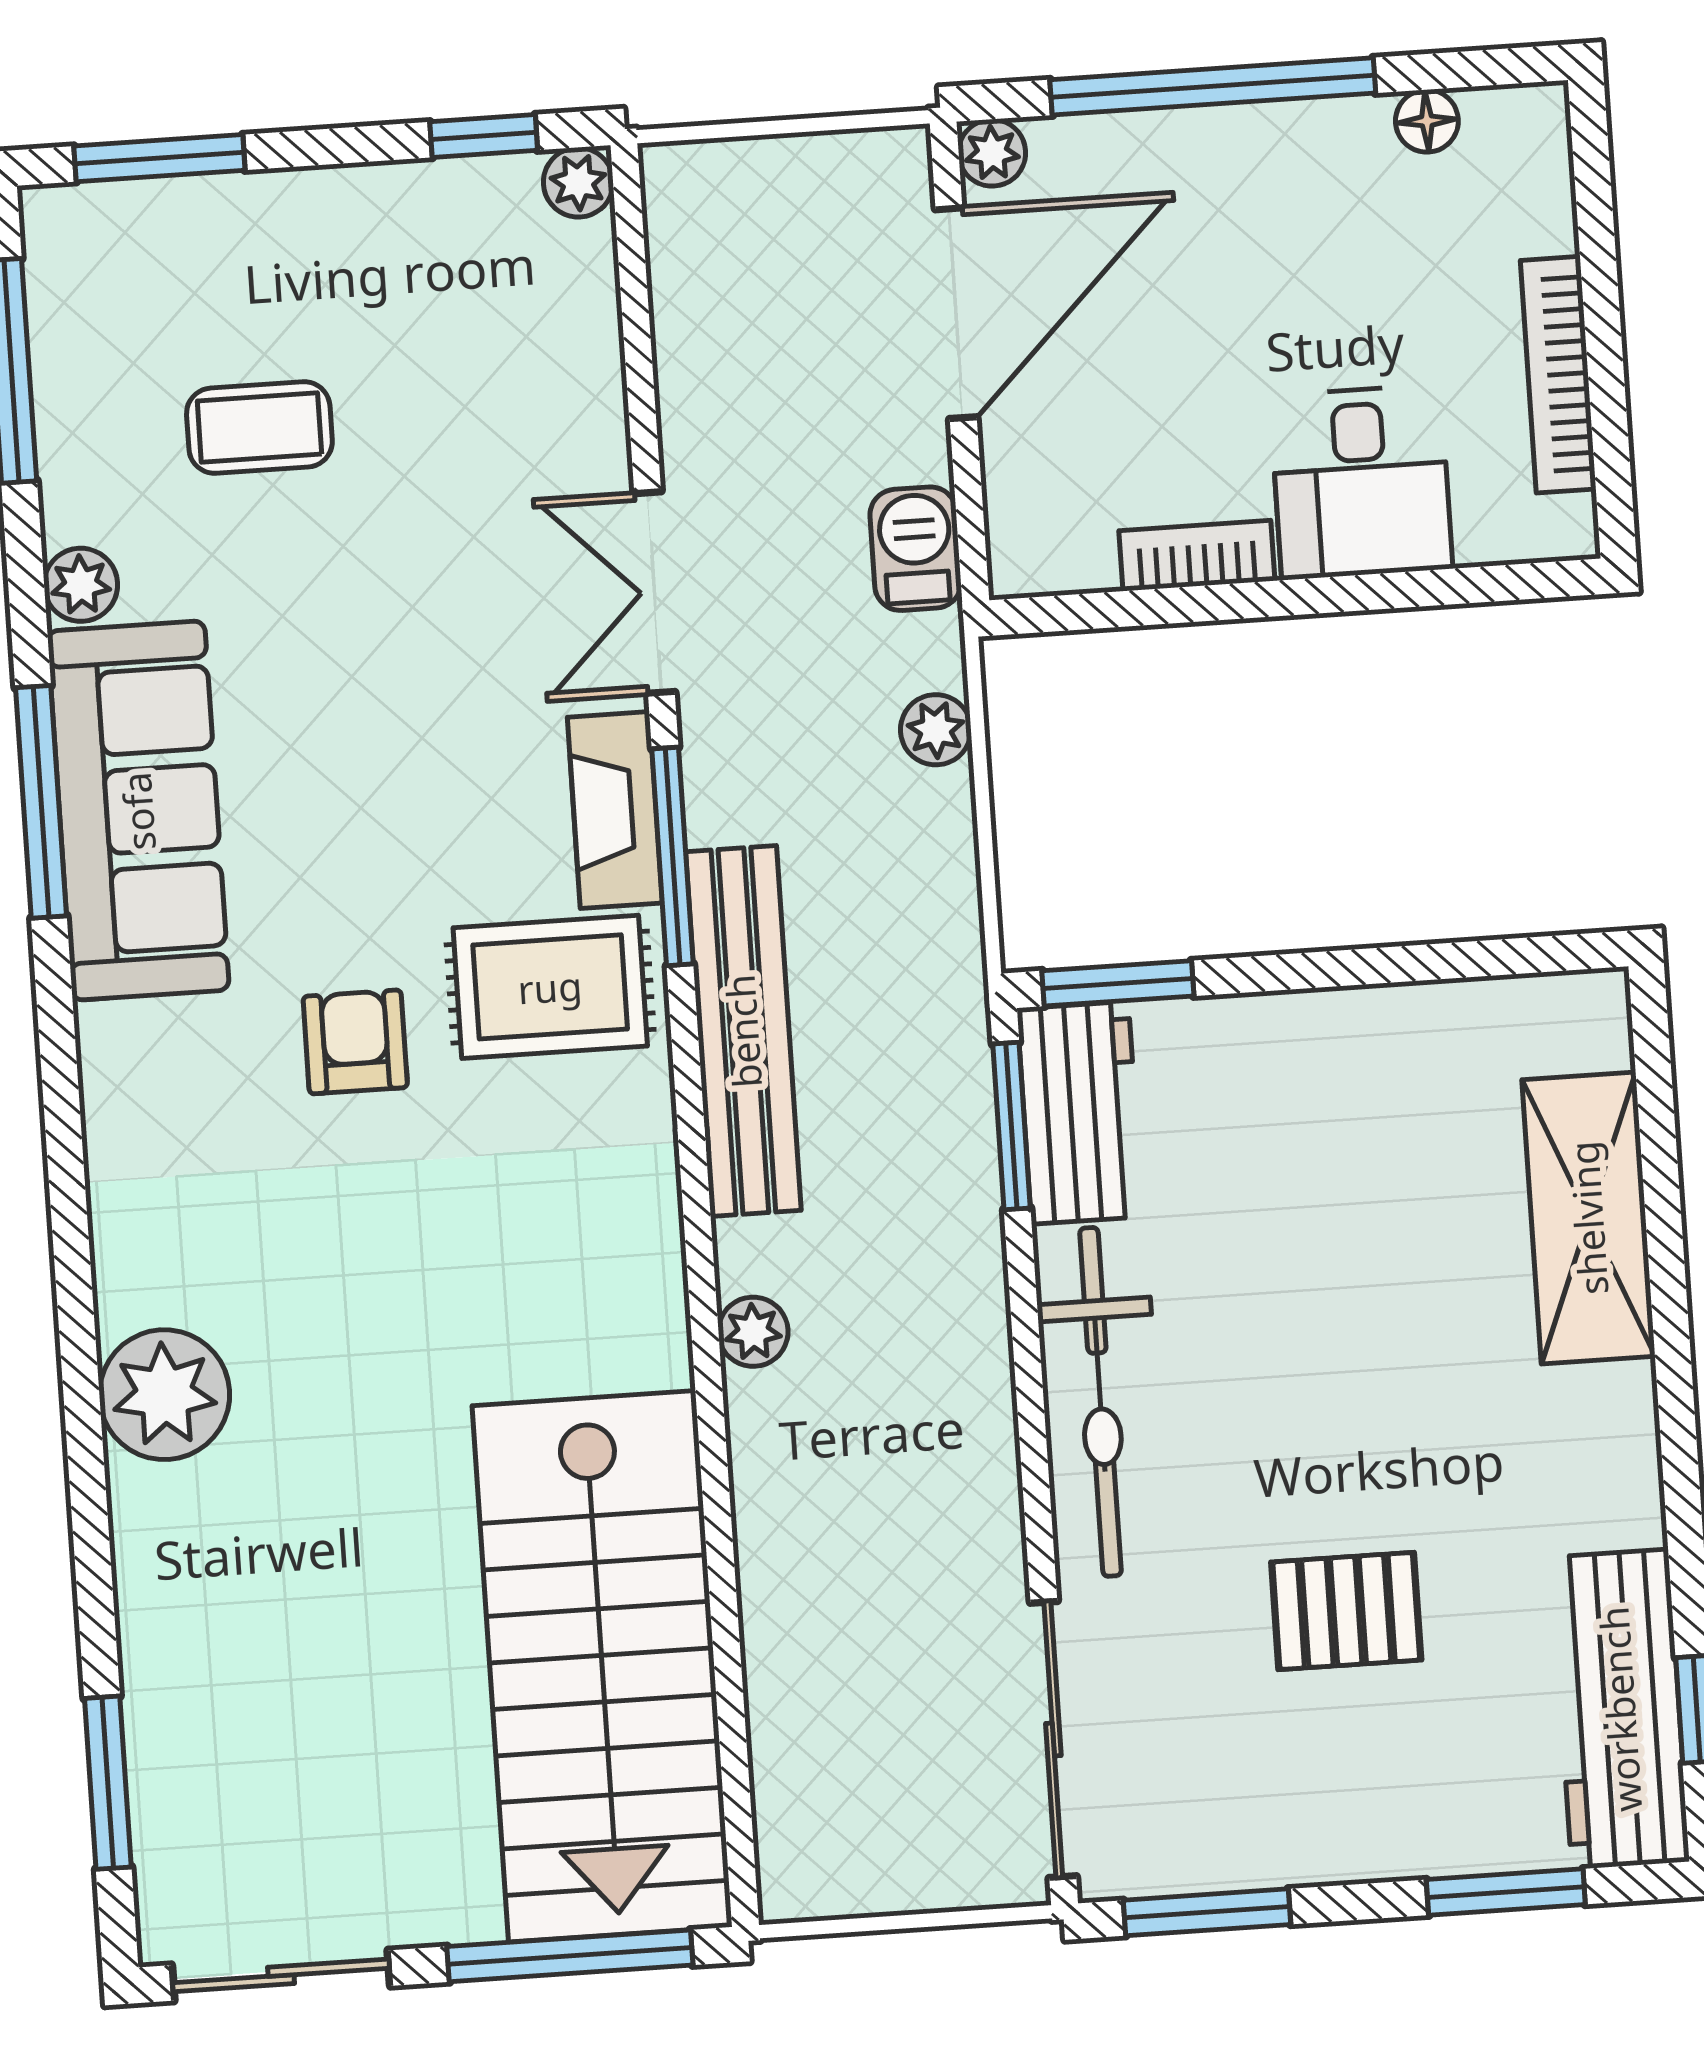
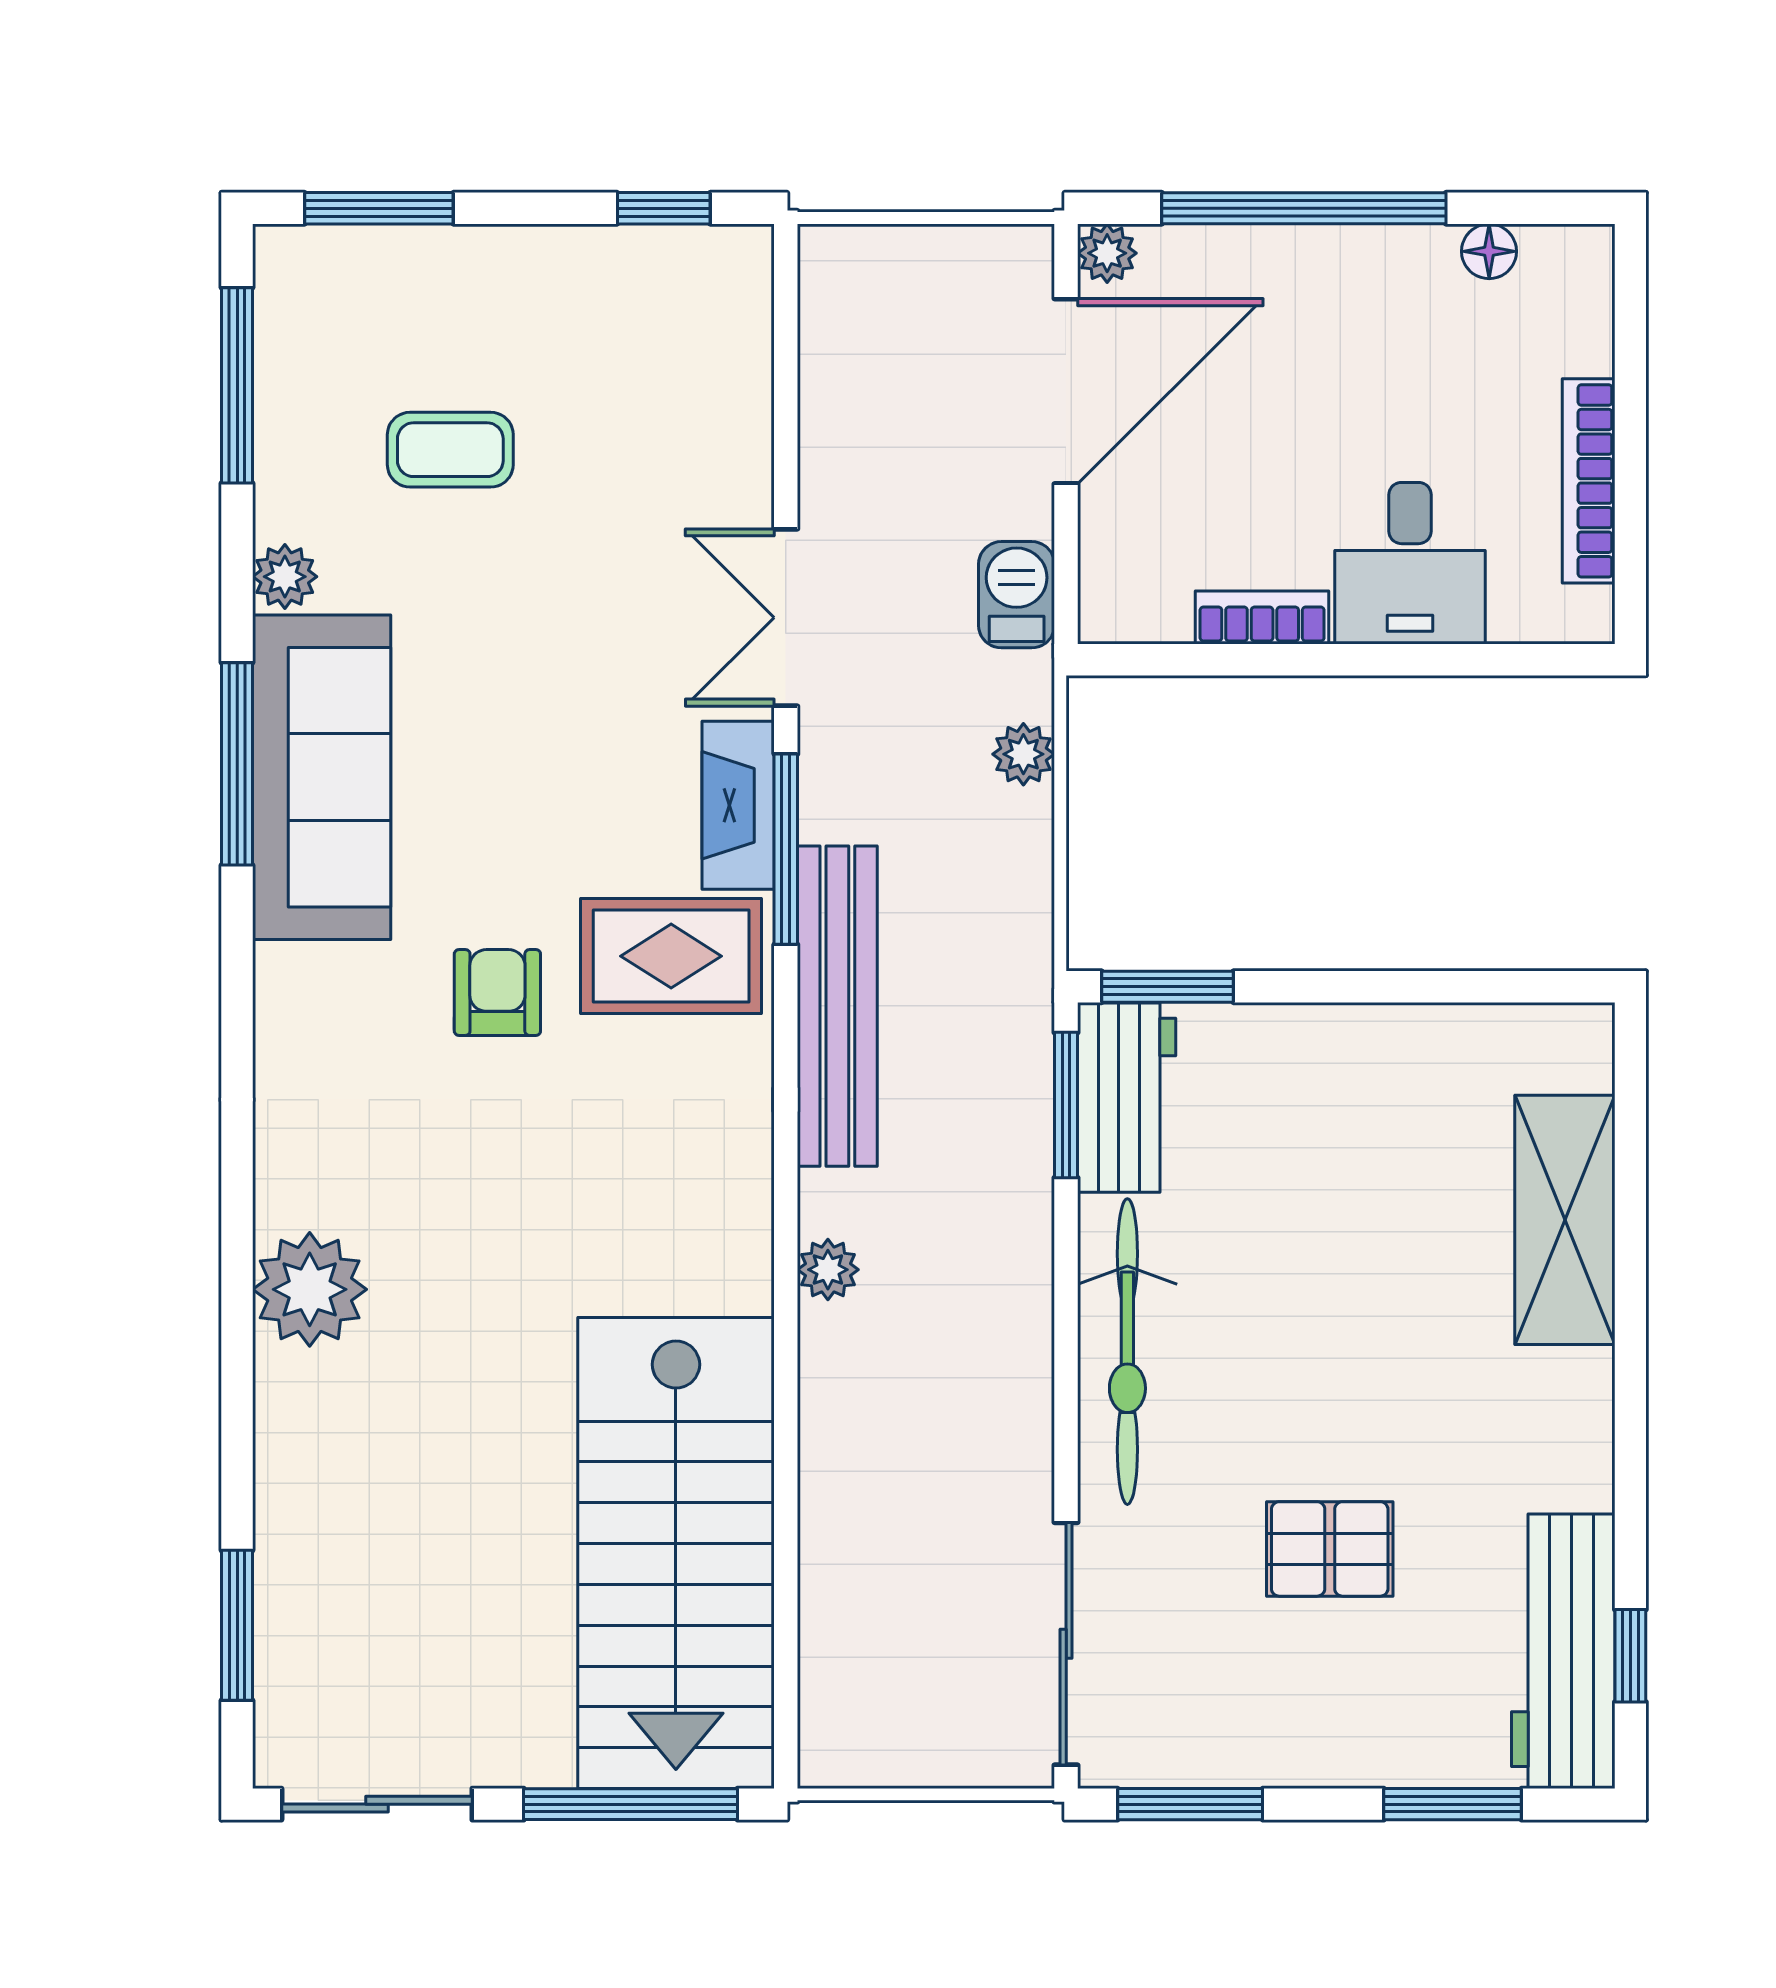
plant: (578, 182) -> (744, 254), removed

